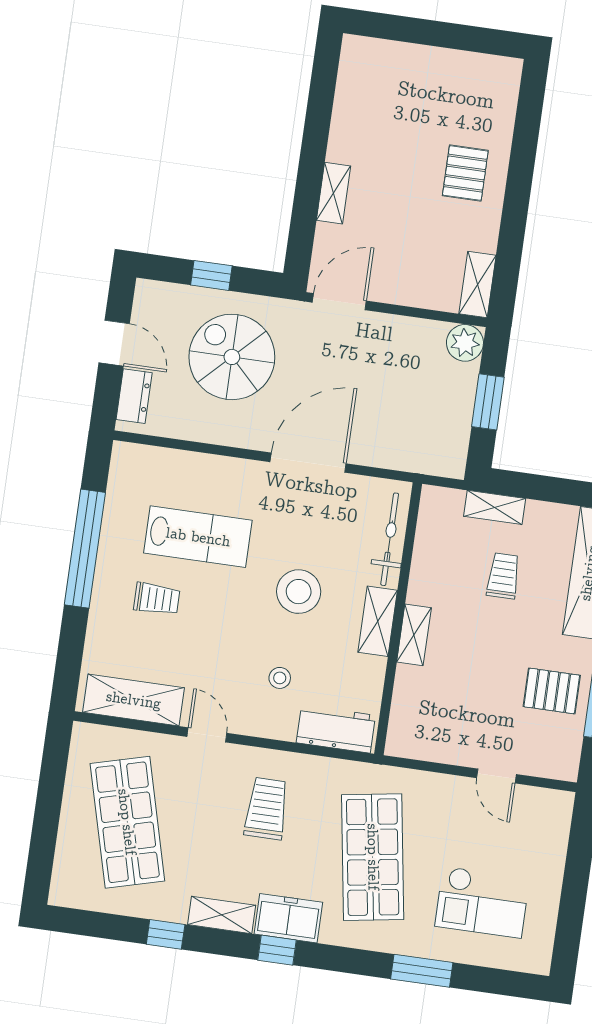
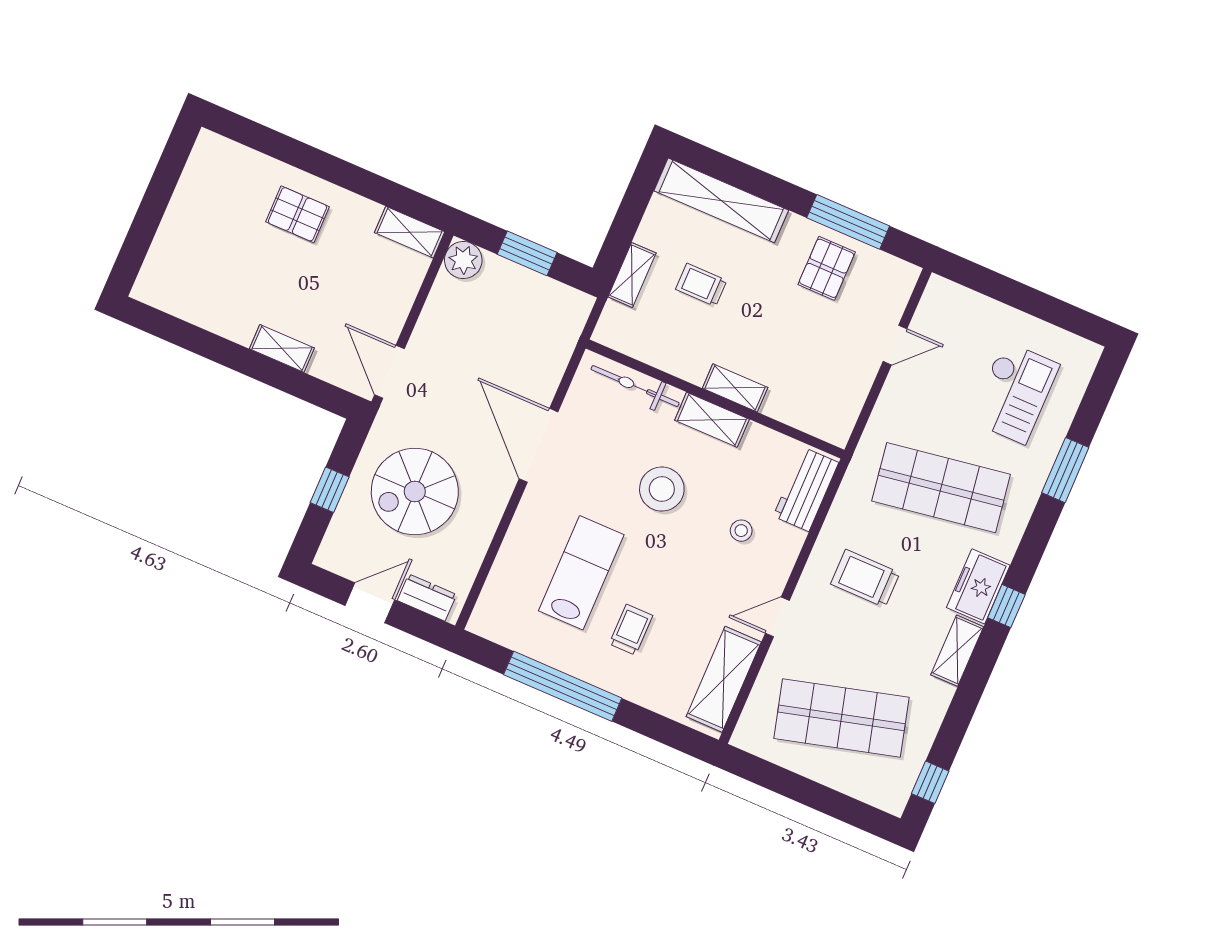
window: (166, 934) -> (930, 782), moved

